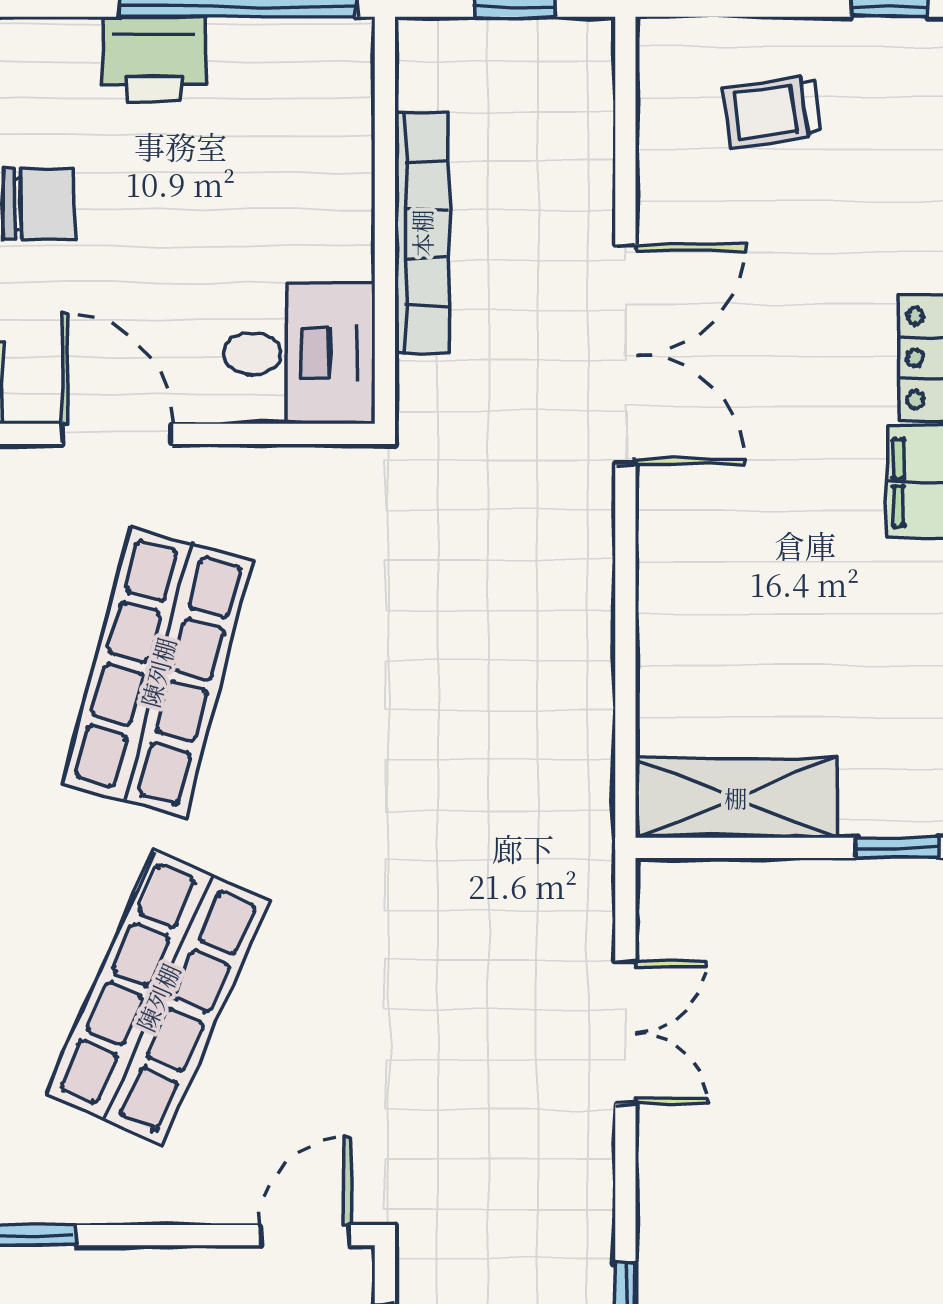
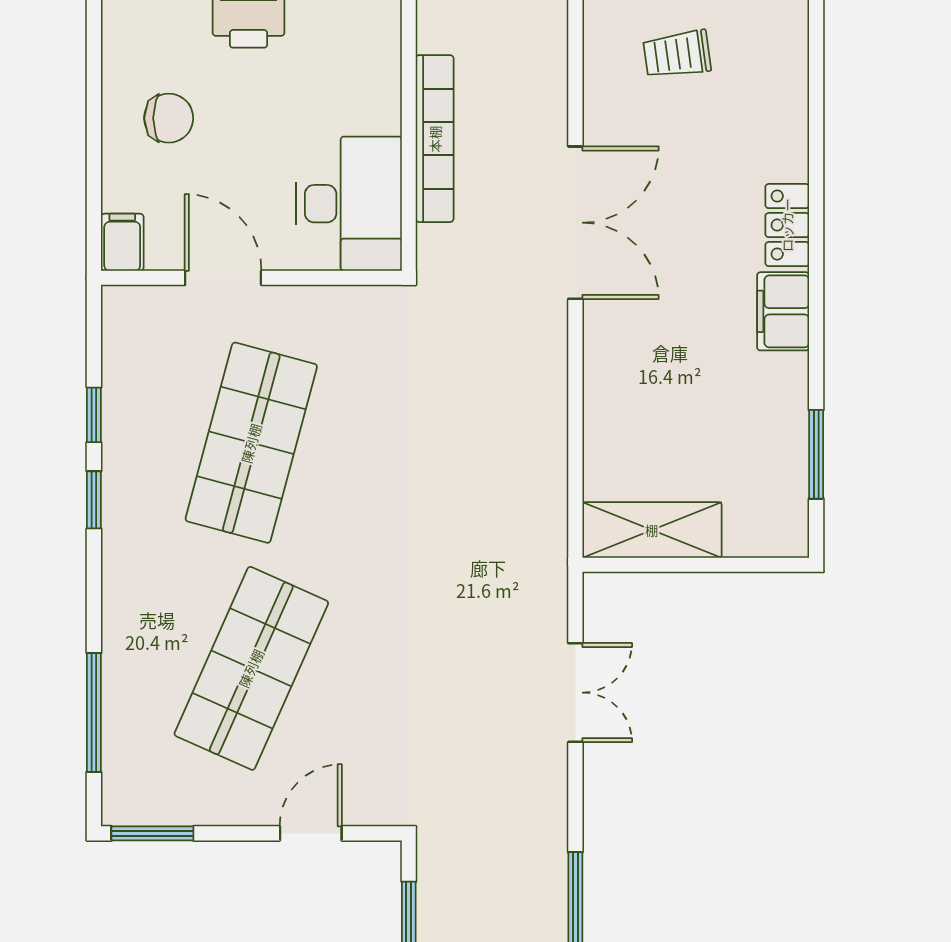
desk: (299, 353) -> (349, 204), width x1.37
window: (897, 848) -> (764, 565), removed
door: (305, 1235) -> (311, 833), moved

